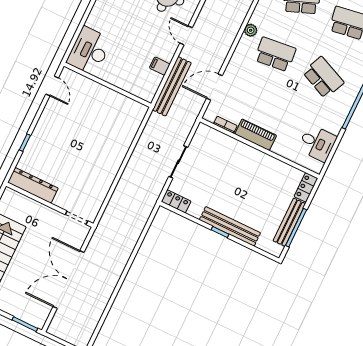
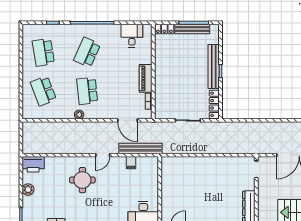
locker: (176, 201) -> (214, 104), width x1.53

